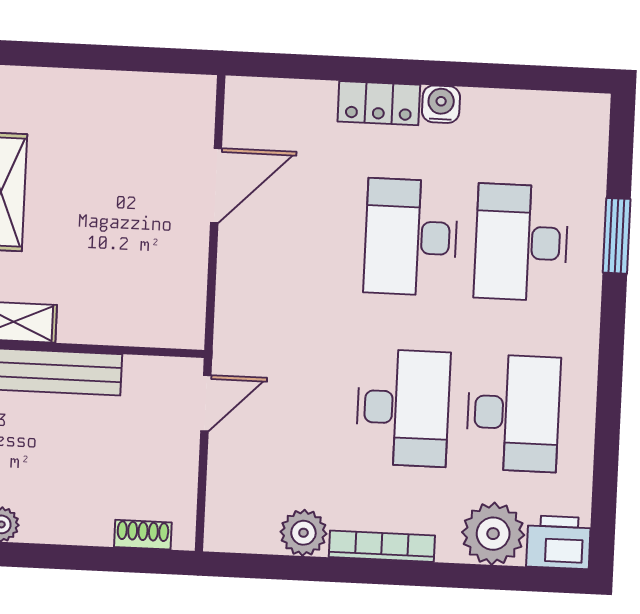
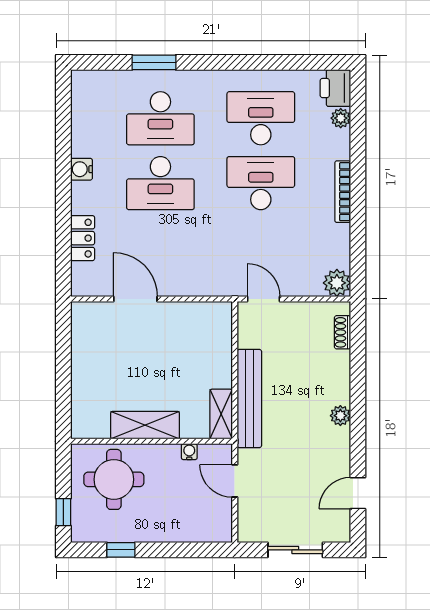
locker: (379, 103) -> (83, 238), moved
plant: (303, 533) -> (337, 283), moved
plant: (493, 534) -> (341, 118), width x0.53, depth x0.53

